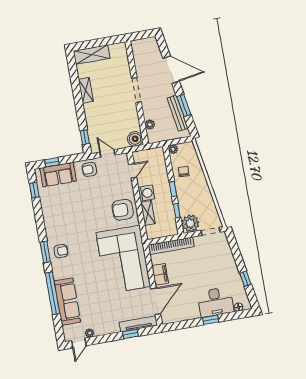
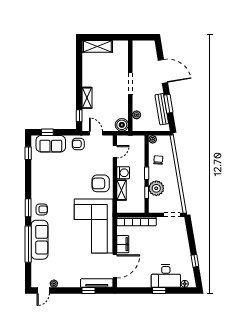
shelving: (86, 90) -> (87, 98), moved
plant: (190, 223) -> (156, 188), moved
sofa: (67, 302) -> (40, 240), moved

